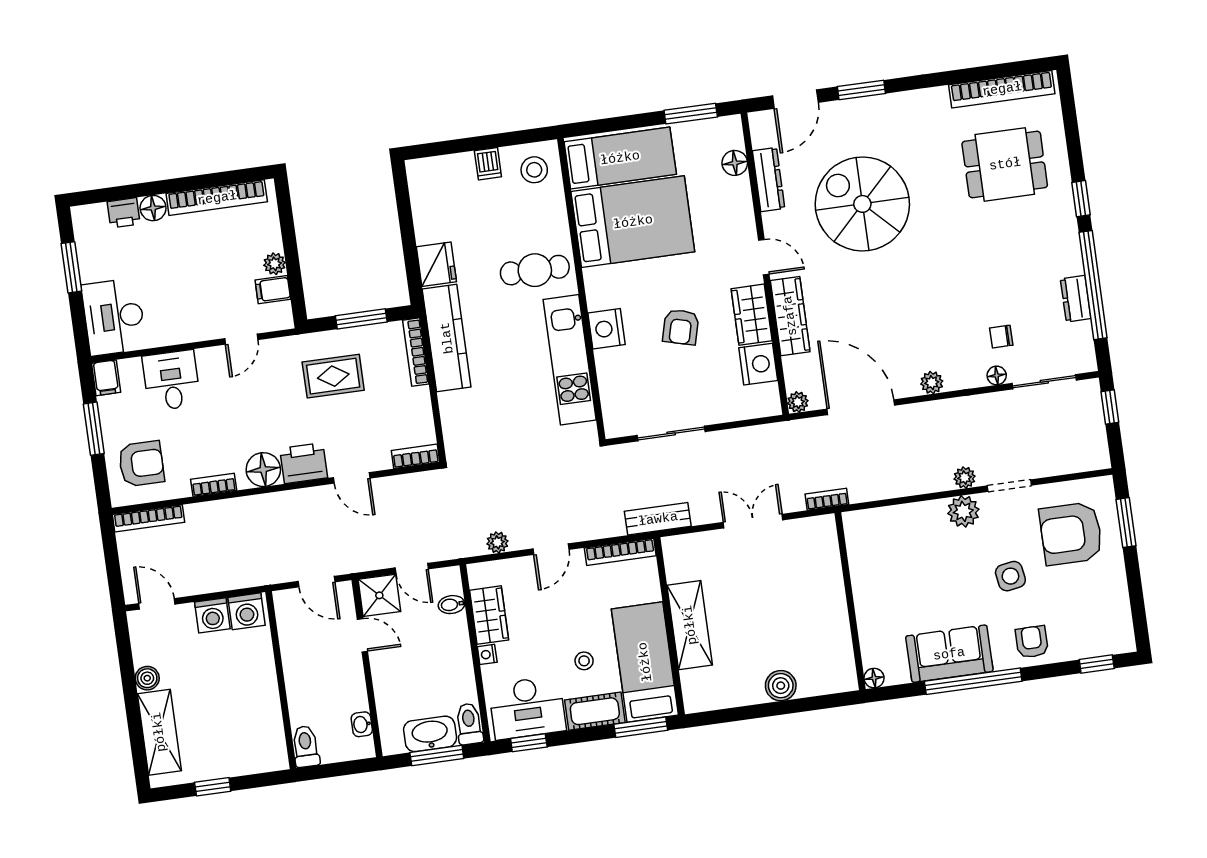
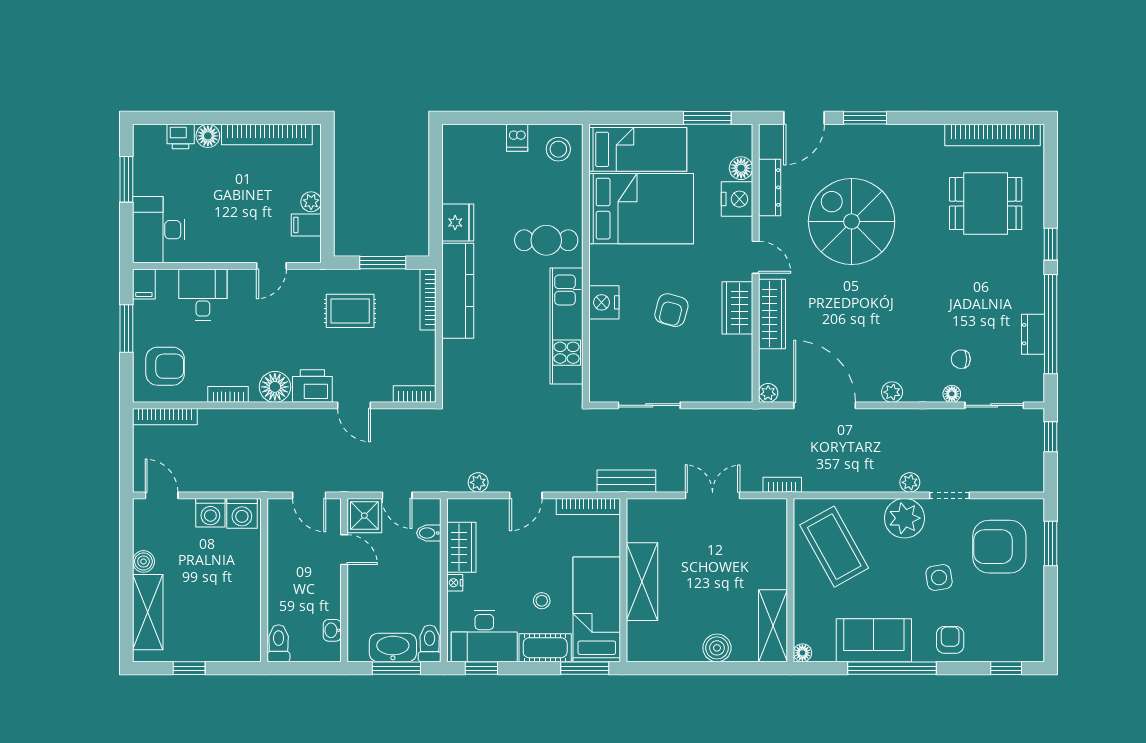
nightstand: (758, 364) -> (737, 199), moved
plant: (963, 511) -> (904, 518), width x1.36, depth x1.36
coffee table: (892, 558) -> (834, 547), added
shelving: (838, 653) -> (773, 626), added

